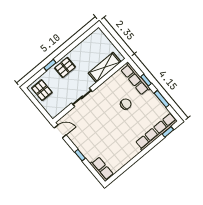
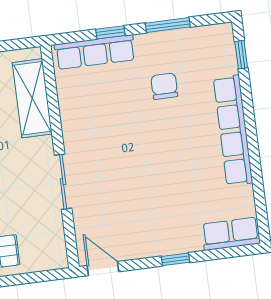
chair: (126, 104) -> (164, 86), moved
door: (60, 131) -> (103, 269), hinge flipped
row of seats: (156, 132) -> (233, 130), moved

